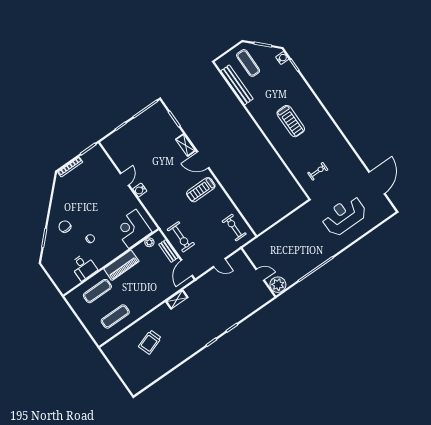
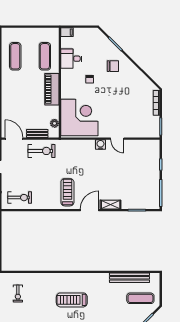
corner desk: (132, 229) -> (79, 117), width x1.36, depth x1.36
exercise bike: (181, 237) -> (42, 151), turned 180
filing cabinet: (63, 287) -> (67, 32), added

